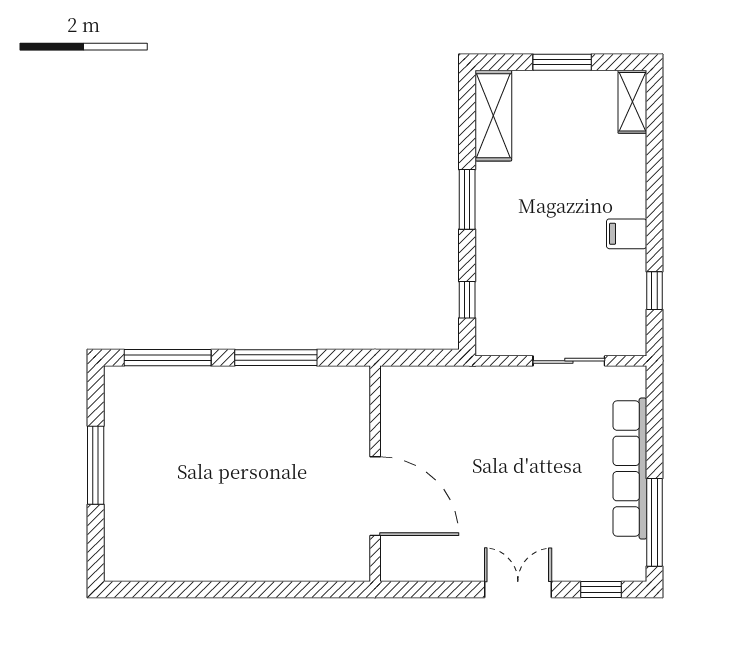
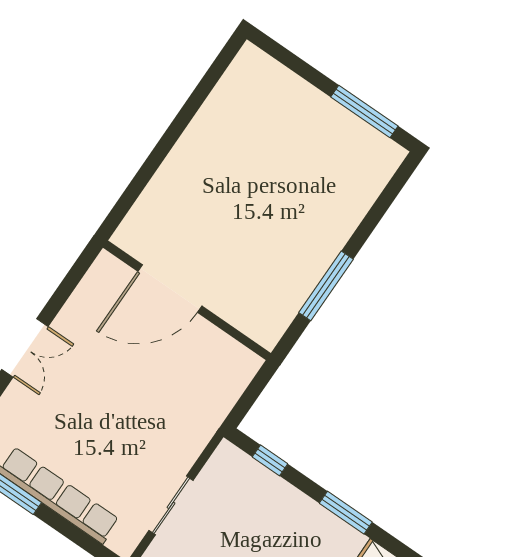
window: (168, 358) -> (382, 204), removed
window: (96, 465) -> (364, 112), moved

